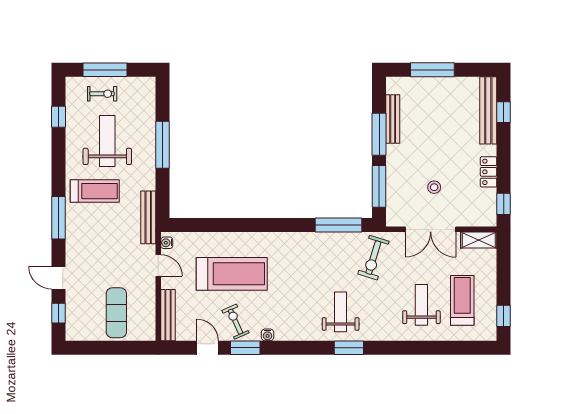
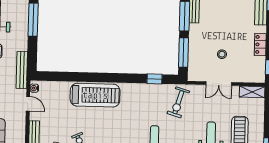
window: (338, 225) -> (154, 79), width x0.46
double door: (431, 229) -> (219, 84), width x0.73
treadmill: (232, 274) -> (95, 95), moved

